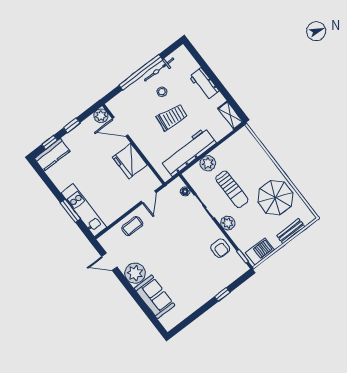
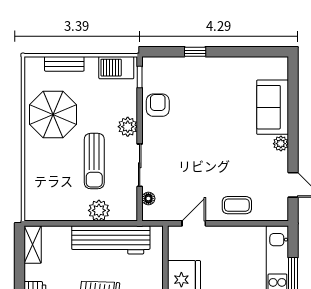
sun lounger: (232, 189) -> (94, 161), turned 180
plant: (135, 273) -> (281, 144), width x0.53, depth x0.53

